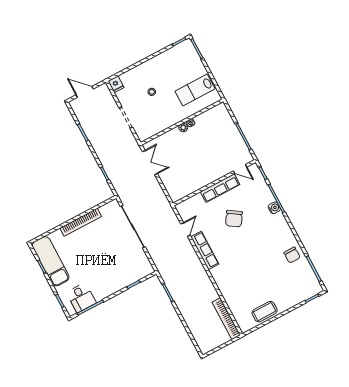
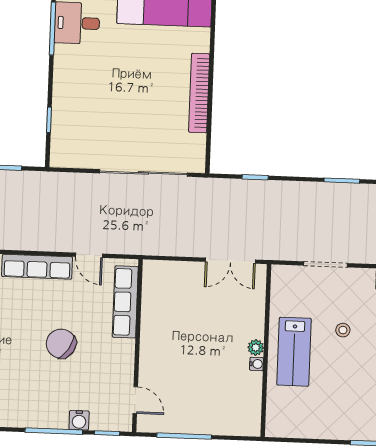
lab bench: (195, 90) -> (294, 352), moved, turned 180
door: (240, 169) -> (135, 400), swing flipped
row of seats: (220, 188) -> (125, 302), moved
water cooler: (274, 208) -> (79, 420), moved

